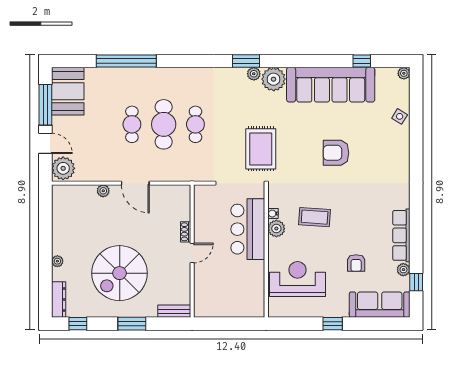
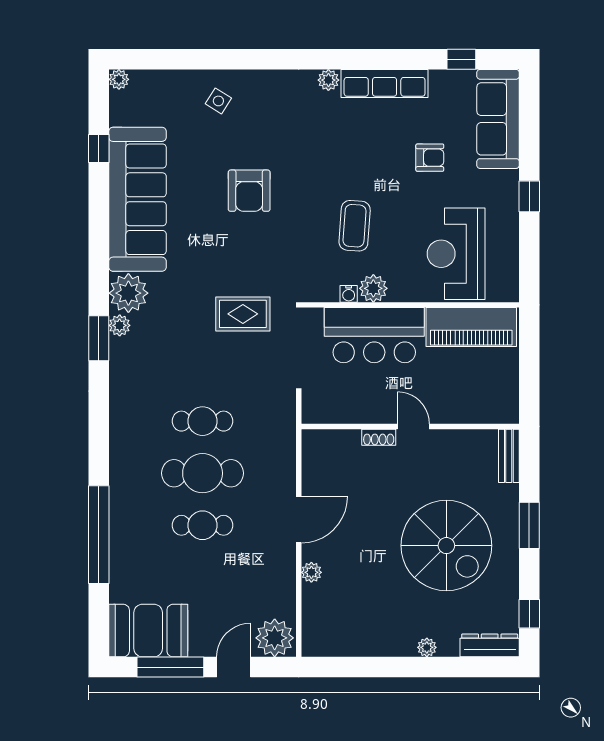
side table: (400, 116) -> (218, 101), moved
rug: (261, 149) -> (243, 314), width x0.73, depth x0.70
plant: (403, 270) -> (328, 80), moved
piano: (253, 288) -> (471, 327), added

